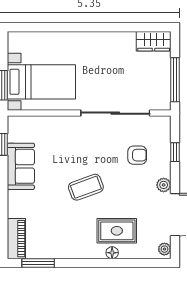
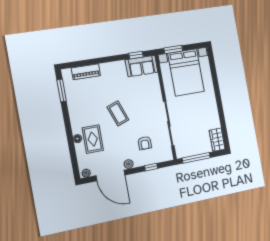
bed with nightstands: (41, 82) -> (186, 72), width x1.36
sofa: (21, 166) -> (142, 66), moved
piano: (16, 239) -> (86, 72), moved

